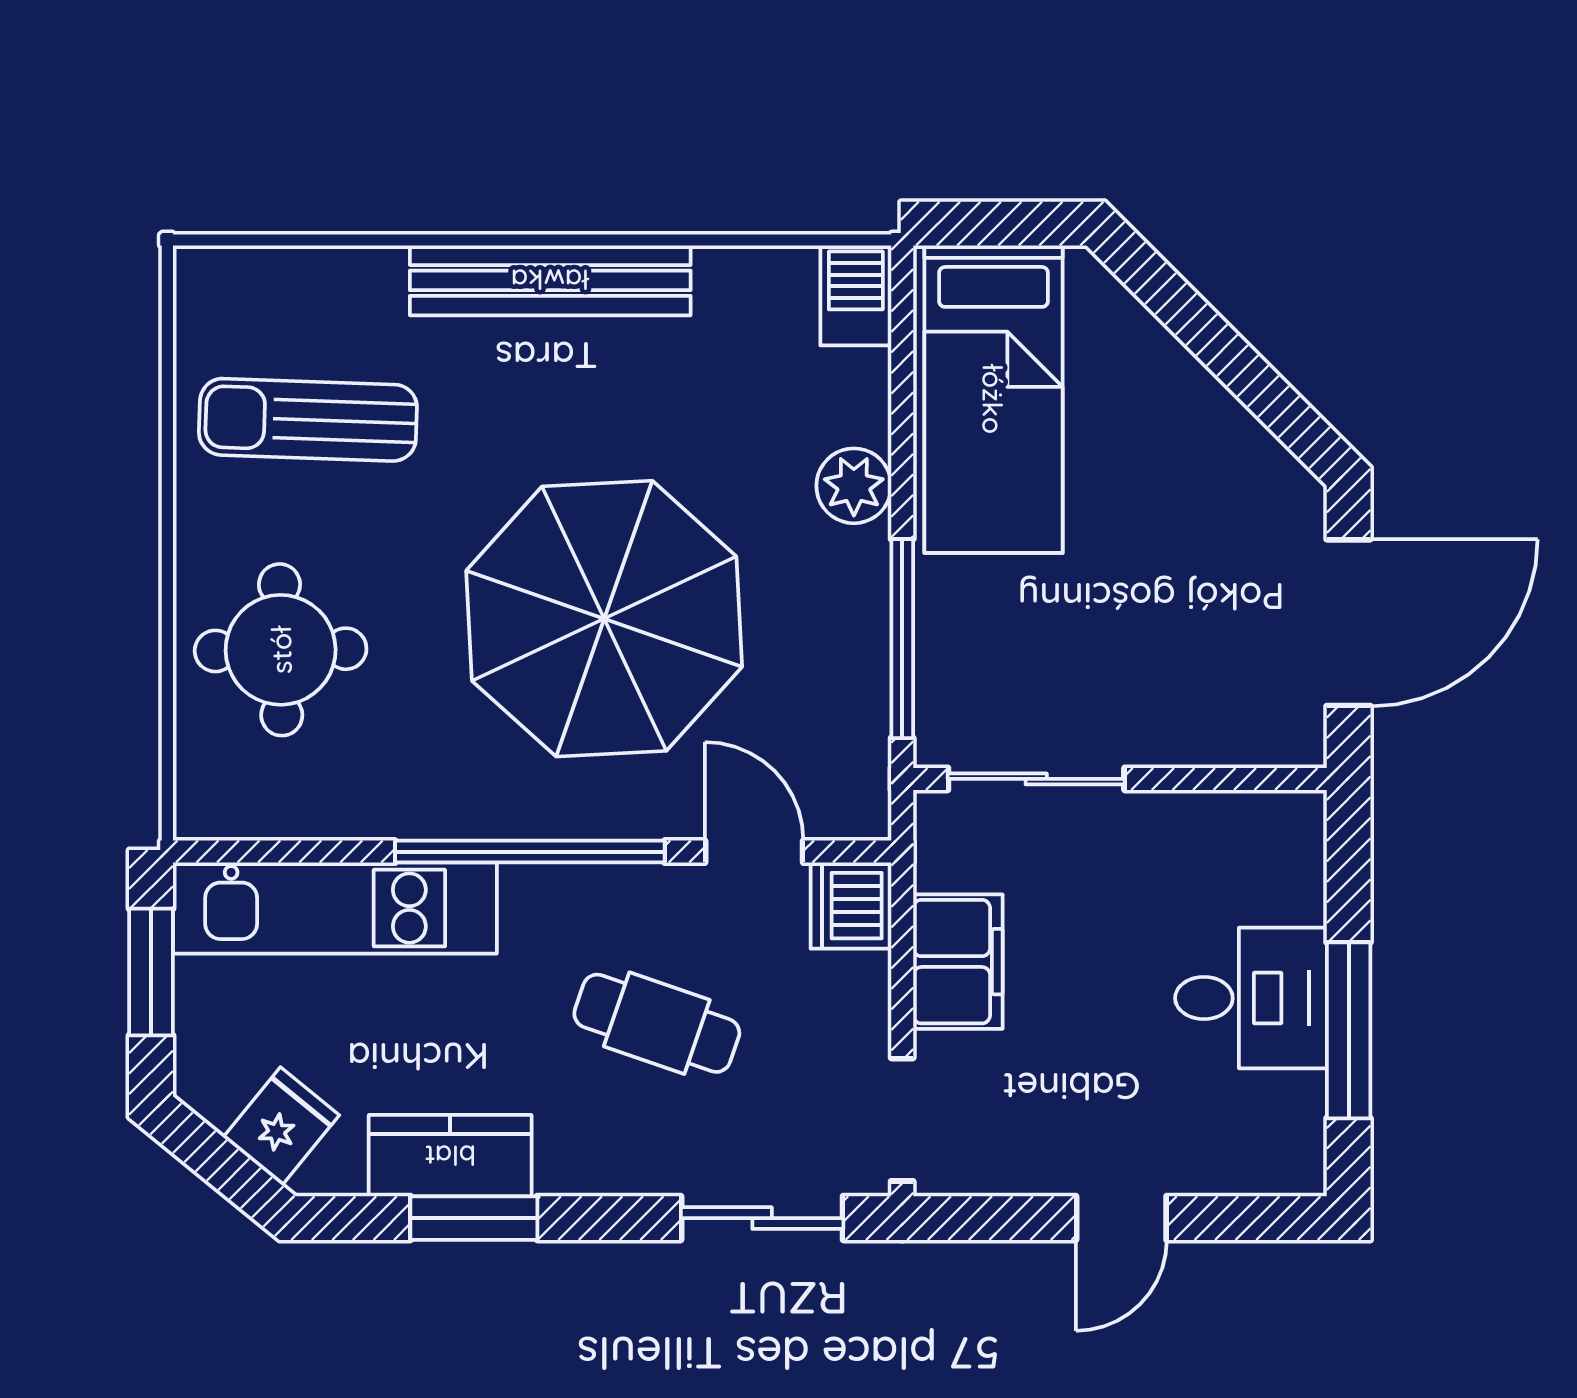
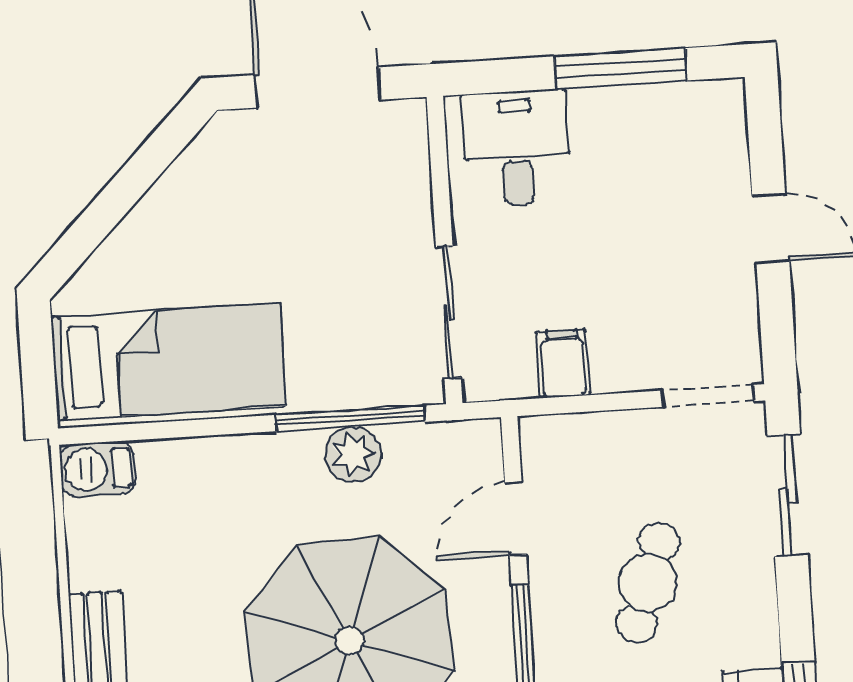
plant: (854, 486) -> (353, 454), moved
dishwasher: (851, 906) -> (551, 444), removed
filing cabinet: (958, 962) -> (563, 363), width x0.50
desk: (1251, 998) -> (517, 148), moved

